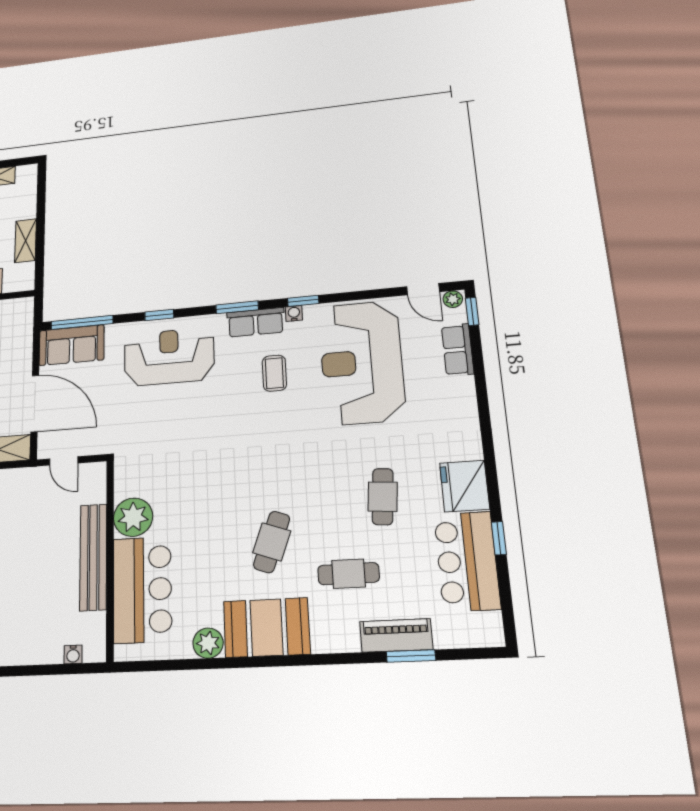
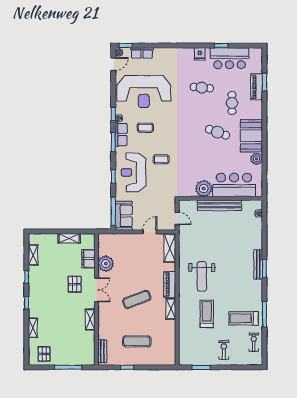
door: (35, 403) -> (150, 232), width x0.53
coffee table: (201, 415) -> (161, 159), added
door: (64, 461) -> (177, 218), hinge flipped
fridge: (465, 486) -> (200, 54), width x0.53, depth x0.75

